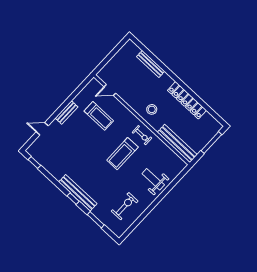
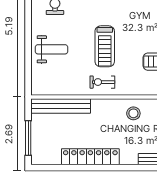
stool: (152, 109) -> (133, 113), moved
treadmill: (122, 154) -> (105, 46), turned 180

